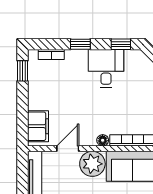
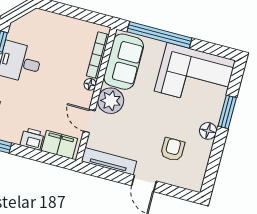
printer: (37, 99) -> (32, 139), added

